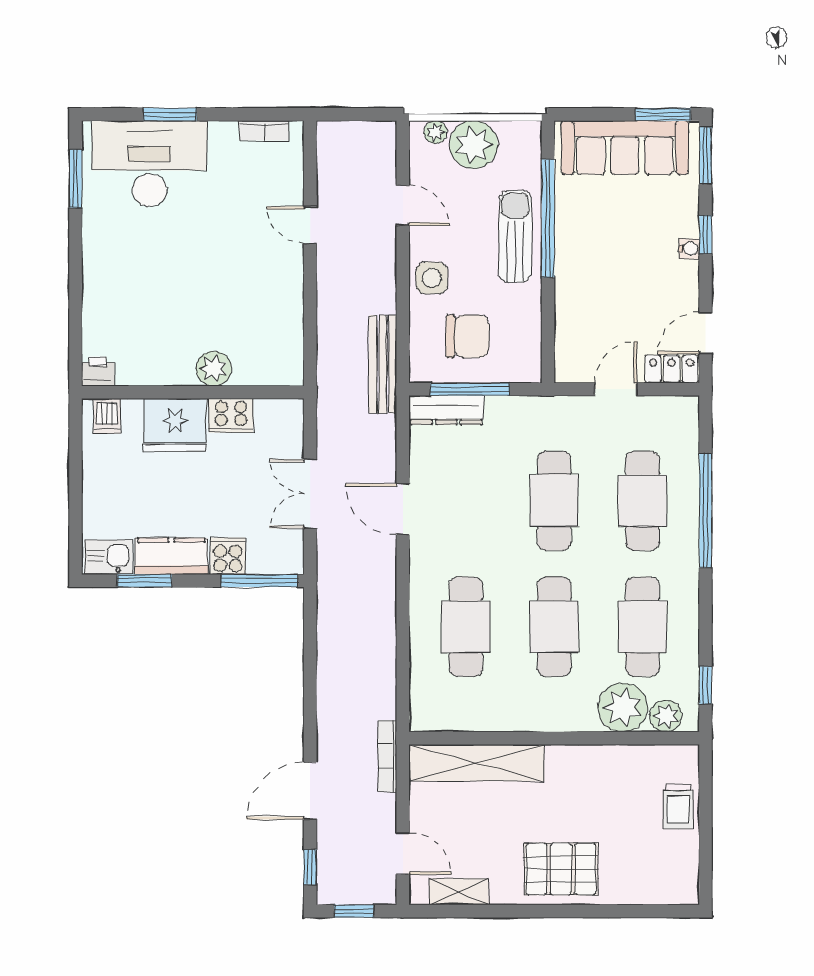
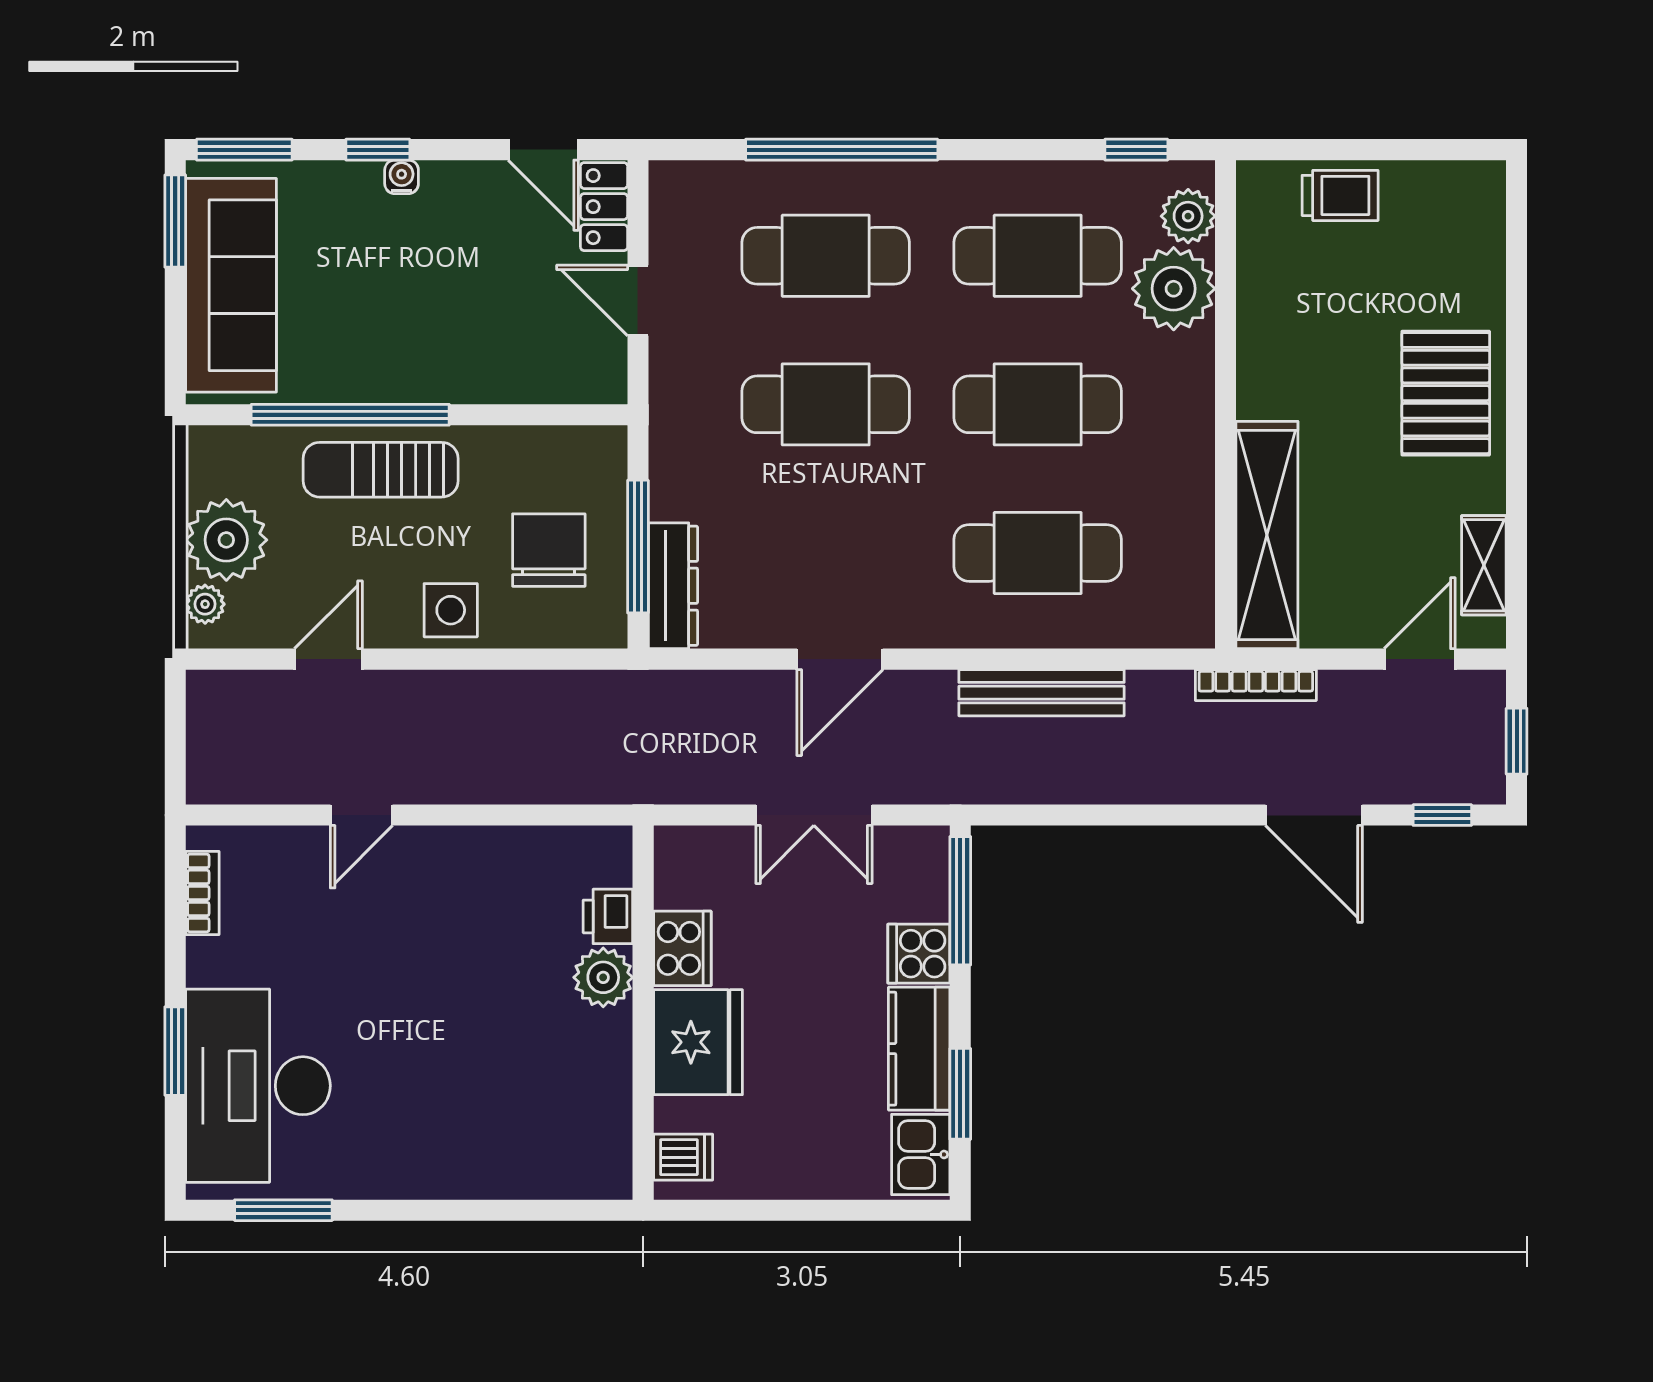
bench: (383, 364) -> (1042, 693), moved
printer: (98, 371) -> (608, 916), moved

